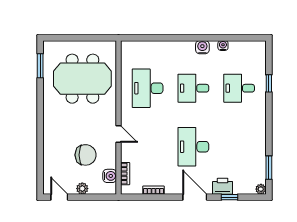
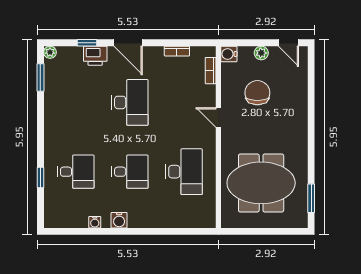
chair: (86, 155) -> (257, 93), turned 90
water cooler: (110, 176) -> (229, 54), moved

